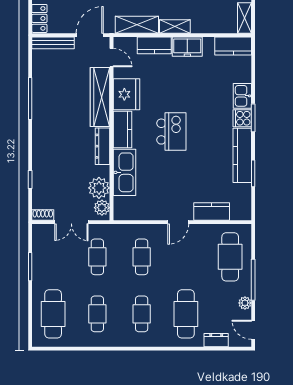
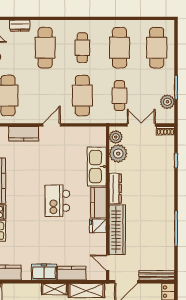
fridge: (126, 94) -> (98, 226), width x0.53, depth x0.75
plant: (40, 249) -> (167, 102), added
cafe table: (142, 257) -> (82, 96), width x1.37, depth x1.35
cafe table: (97, 314) -> (120, 48), width x1.37, depth x1.35

